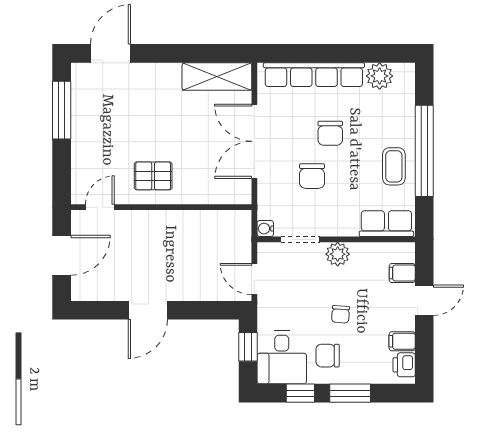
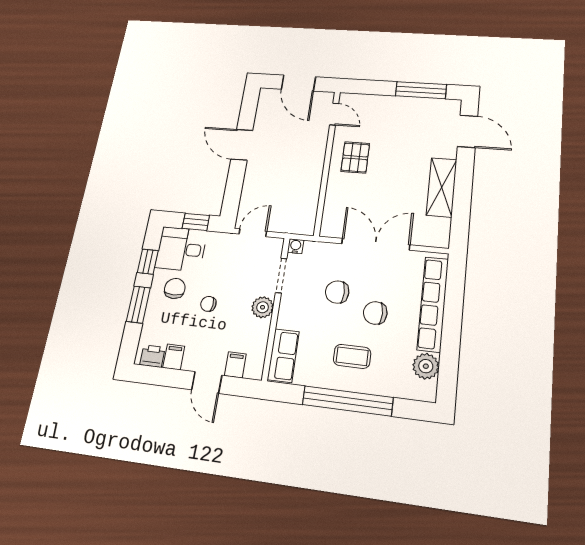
shelving: (217, 77) -> (442, 187), moved
coffee table: (394, 166) -> (352, 356), moved

